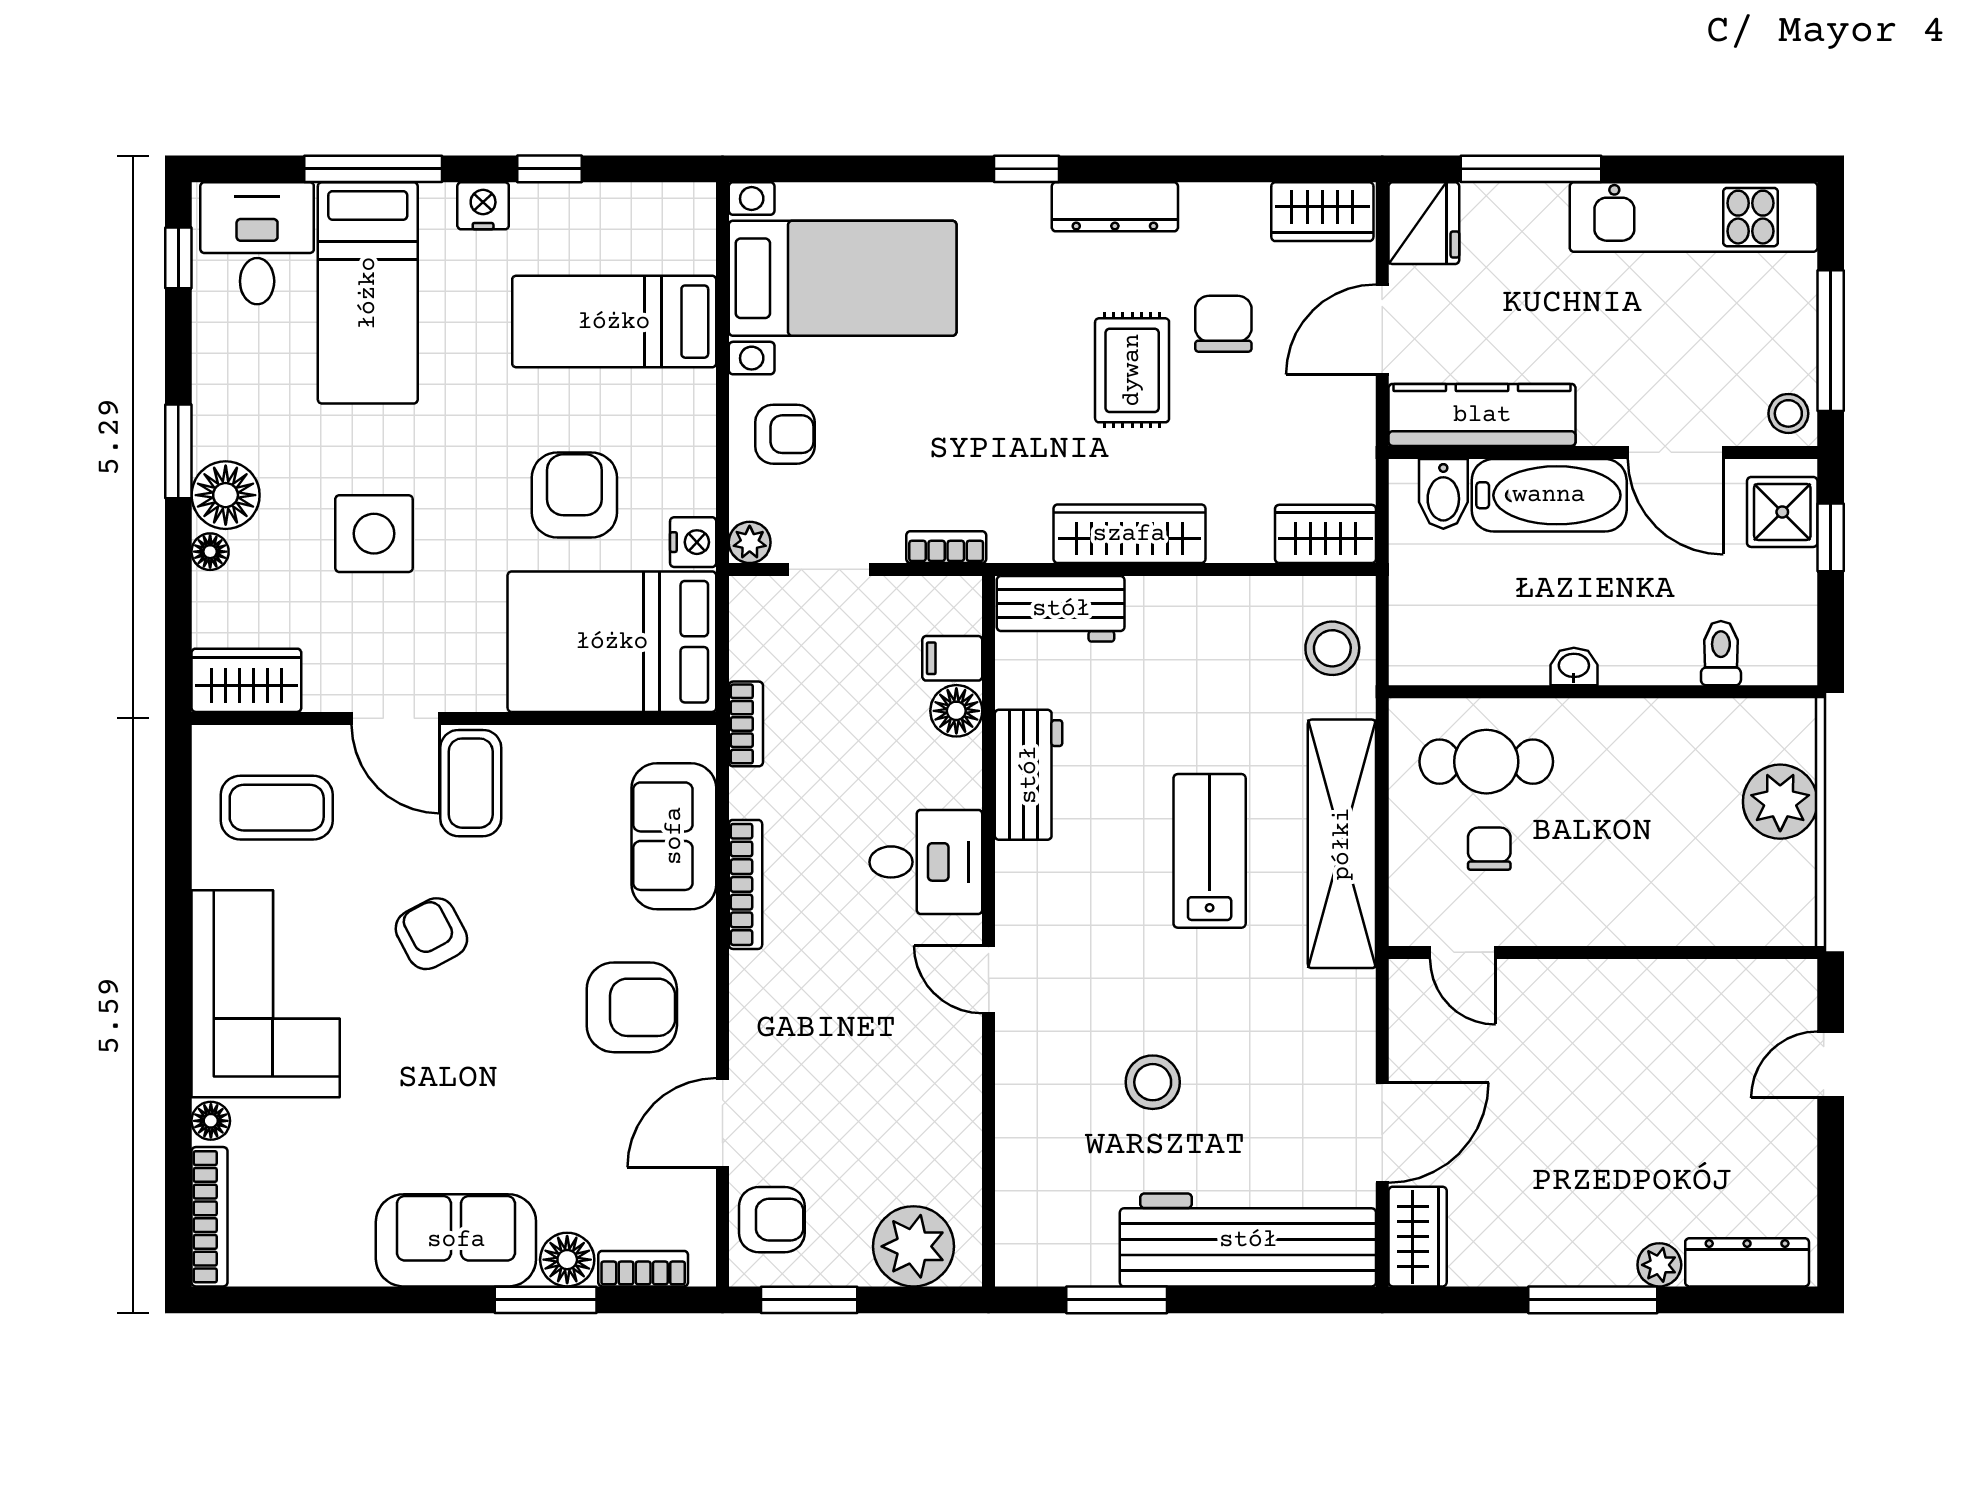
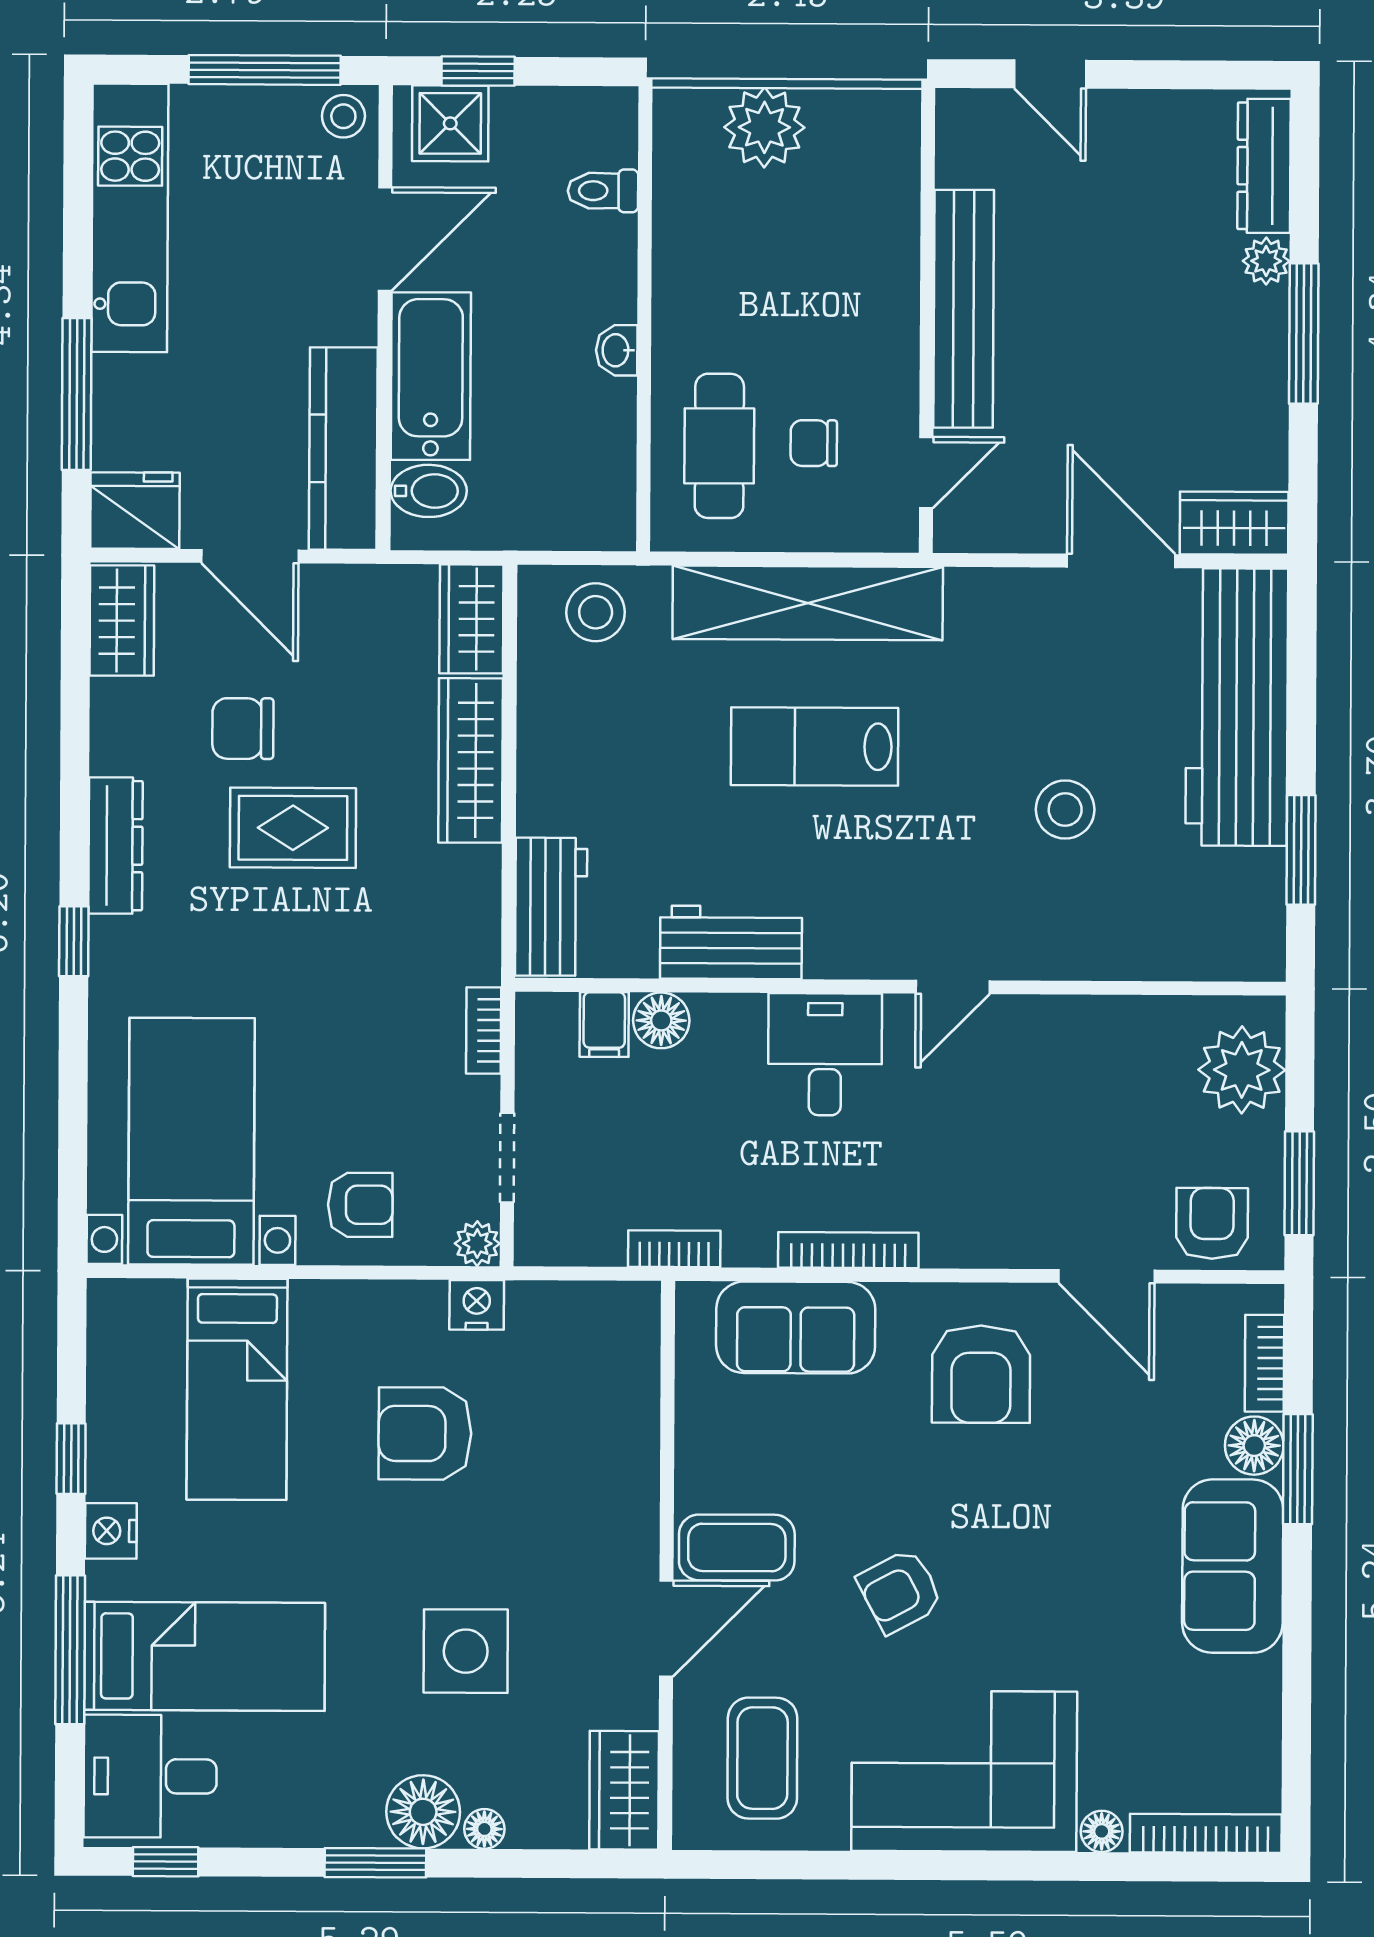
armchair: (785, 434) -> (360, 1205), turned 90
wardrobe: (1129, 534) -> (471, 760), moved
bed: (612, 642) -> (584, 1394), removed
bench: (1614, 986) -> (964, 309), added
armchair: (632, 1007) -> (981, 1374), turned 180

